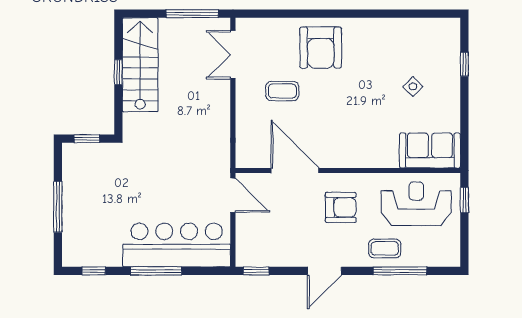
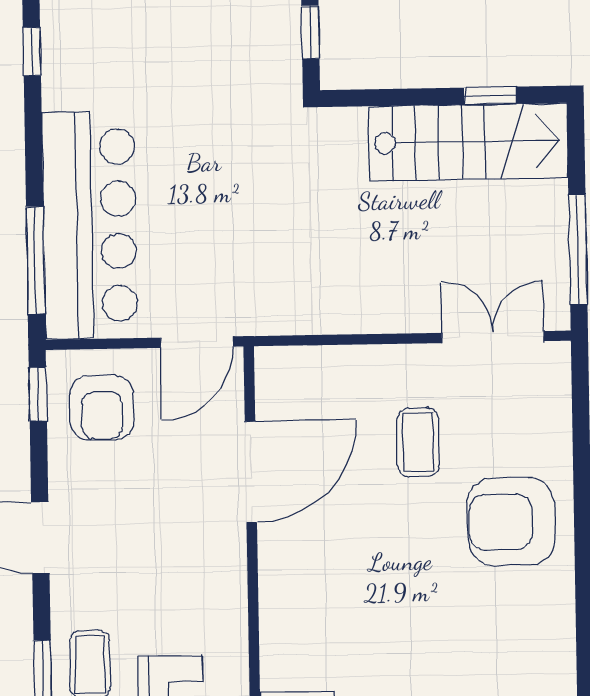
window: (118, 72) -> (490, 96), moved
armchair: (341, 207) -> (102, 408), moved
window: (156, 271) -> (35, 260), moved

